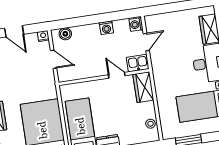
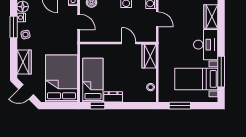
door: (146, 42) -> (157, 19), hinge flipped
kitchen sink: (138, 63) -> (148, 36), removed

